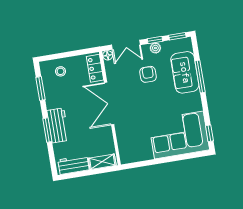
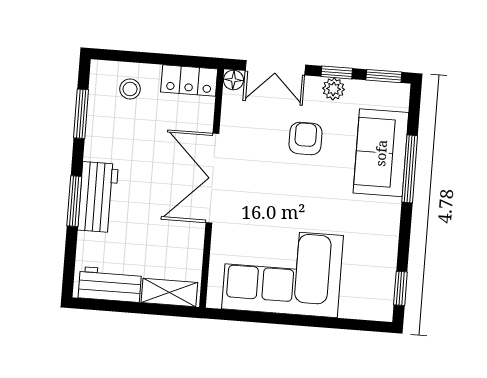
locker: (95, 68) -> (189, 80), moved, turned -90
corner sofa: (179, 135) -> (282, 272), moved

